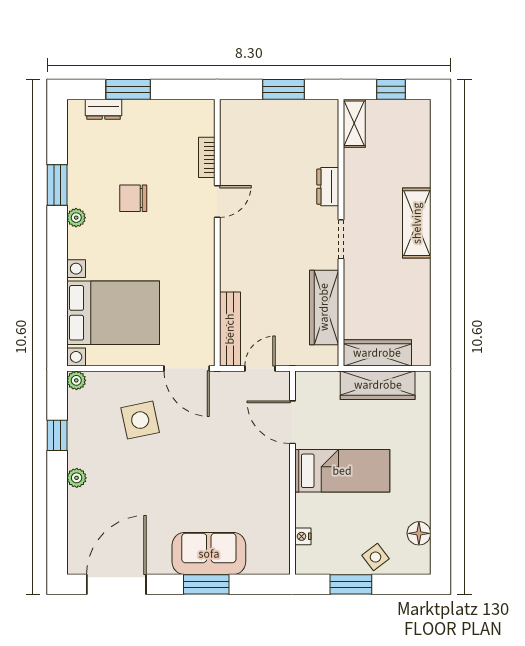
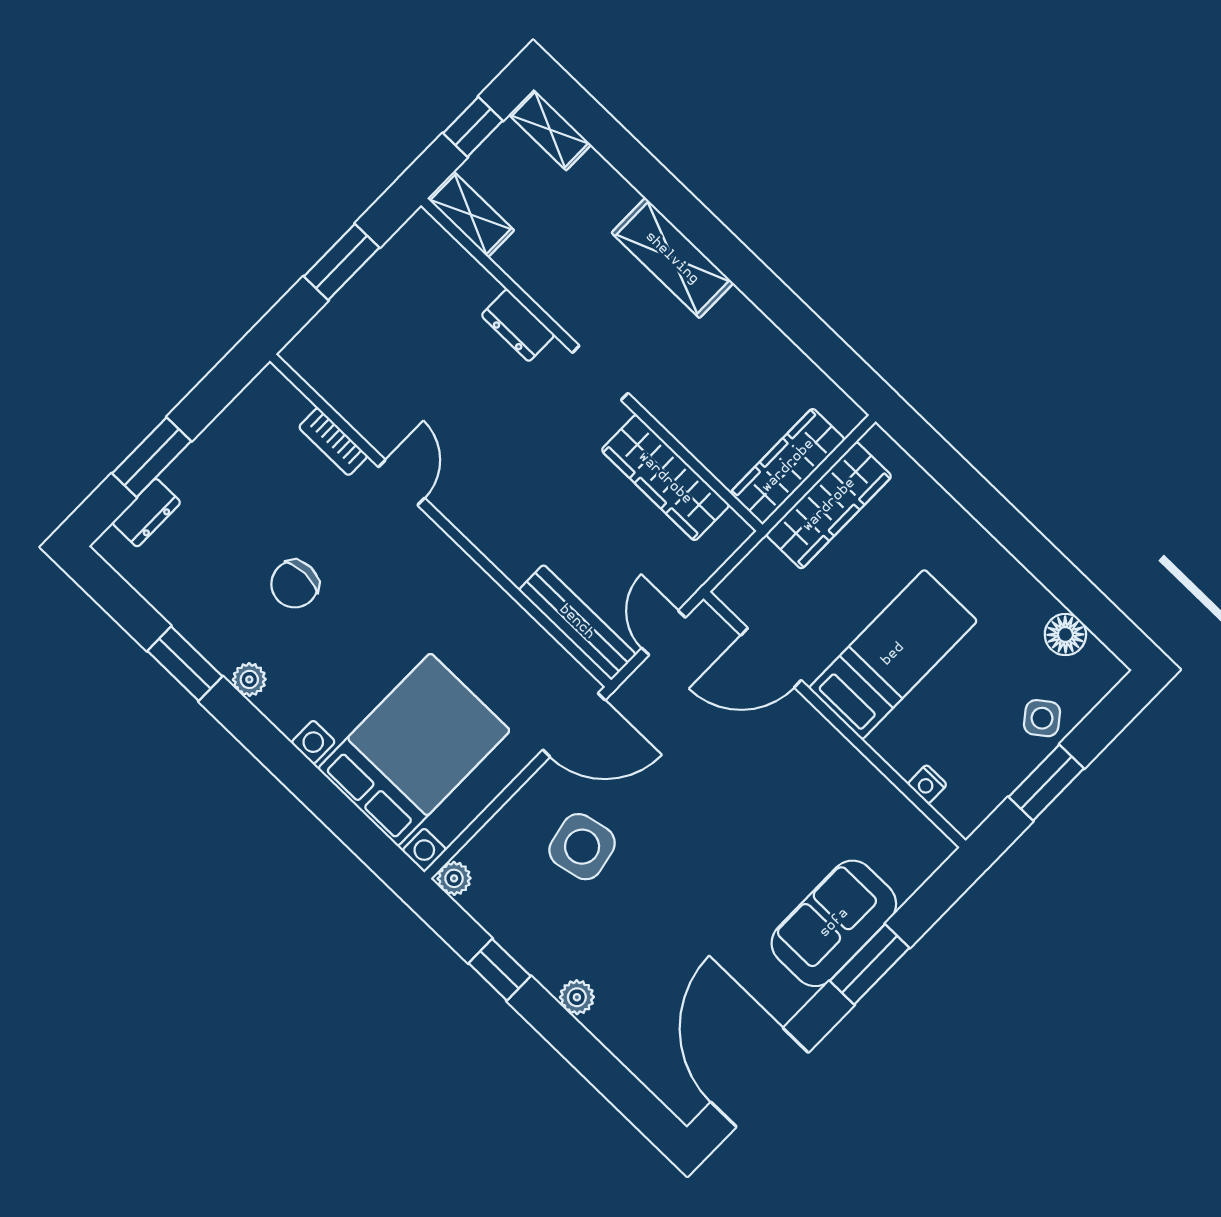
shelving: (420, 122) -> (550, 130), added

